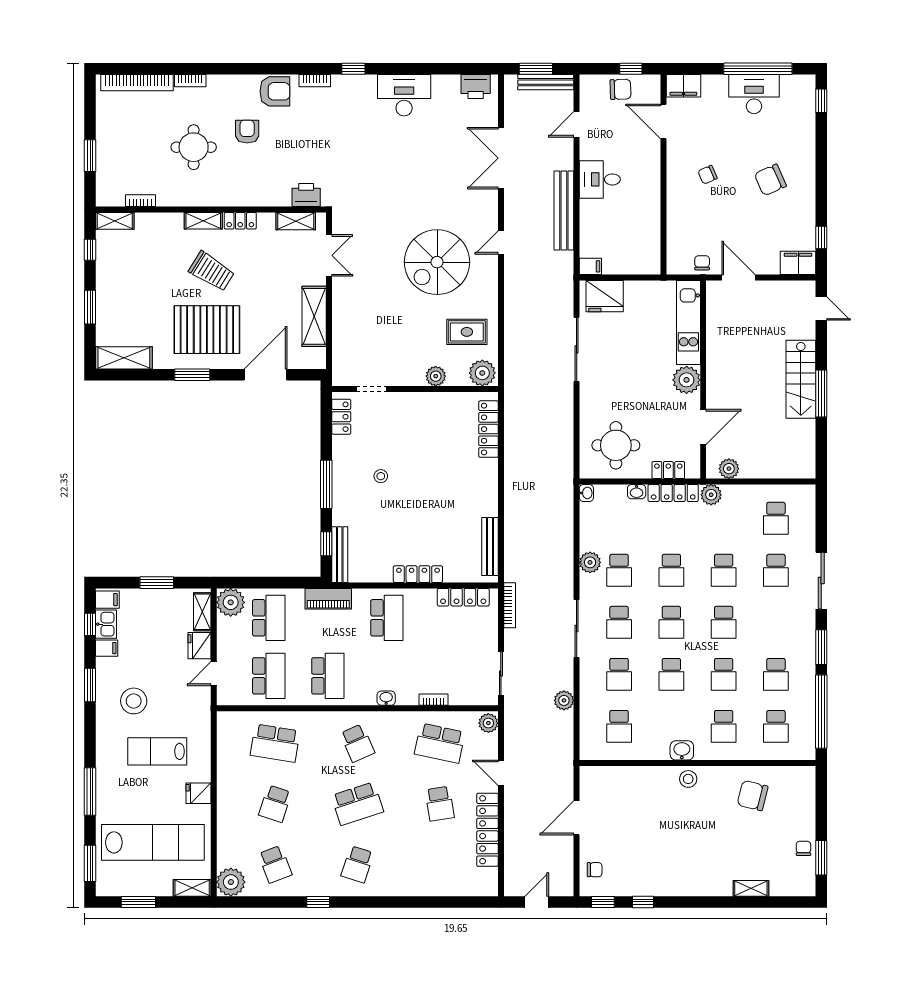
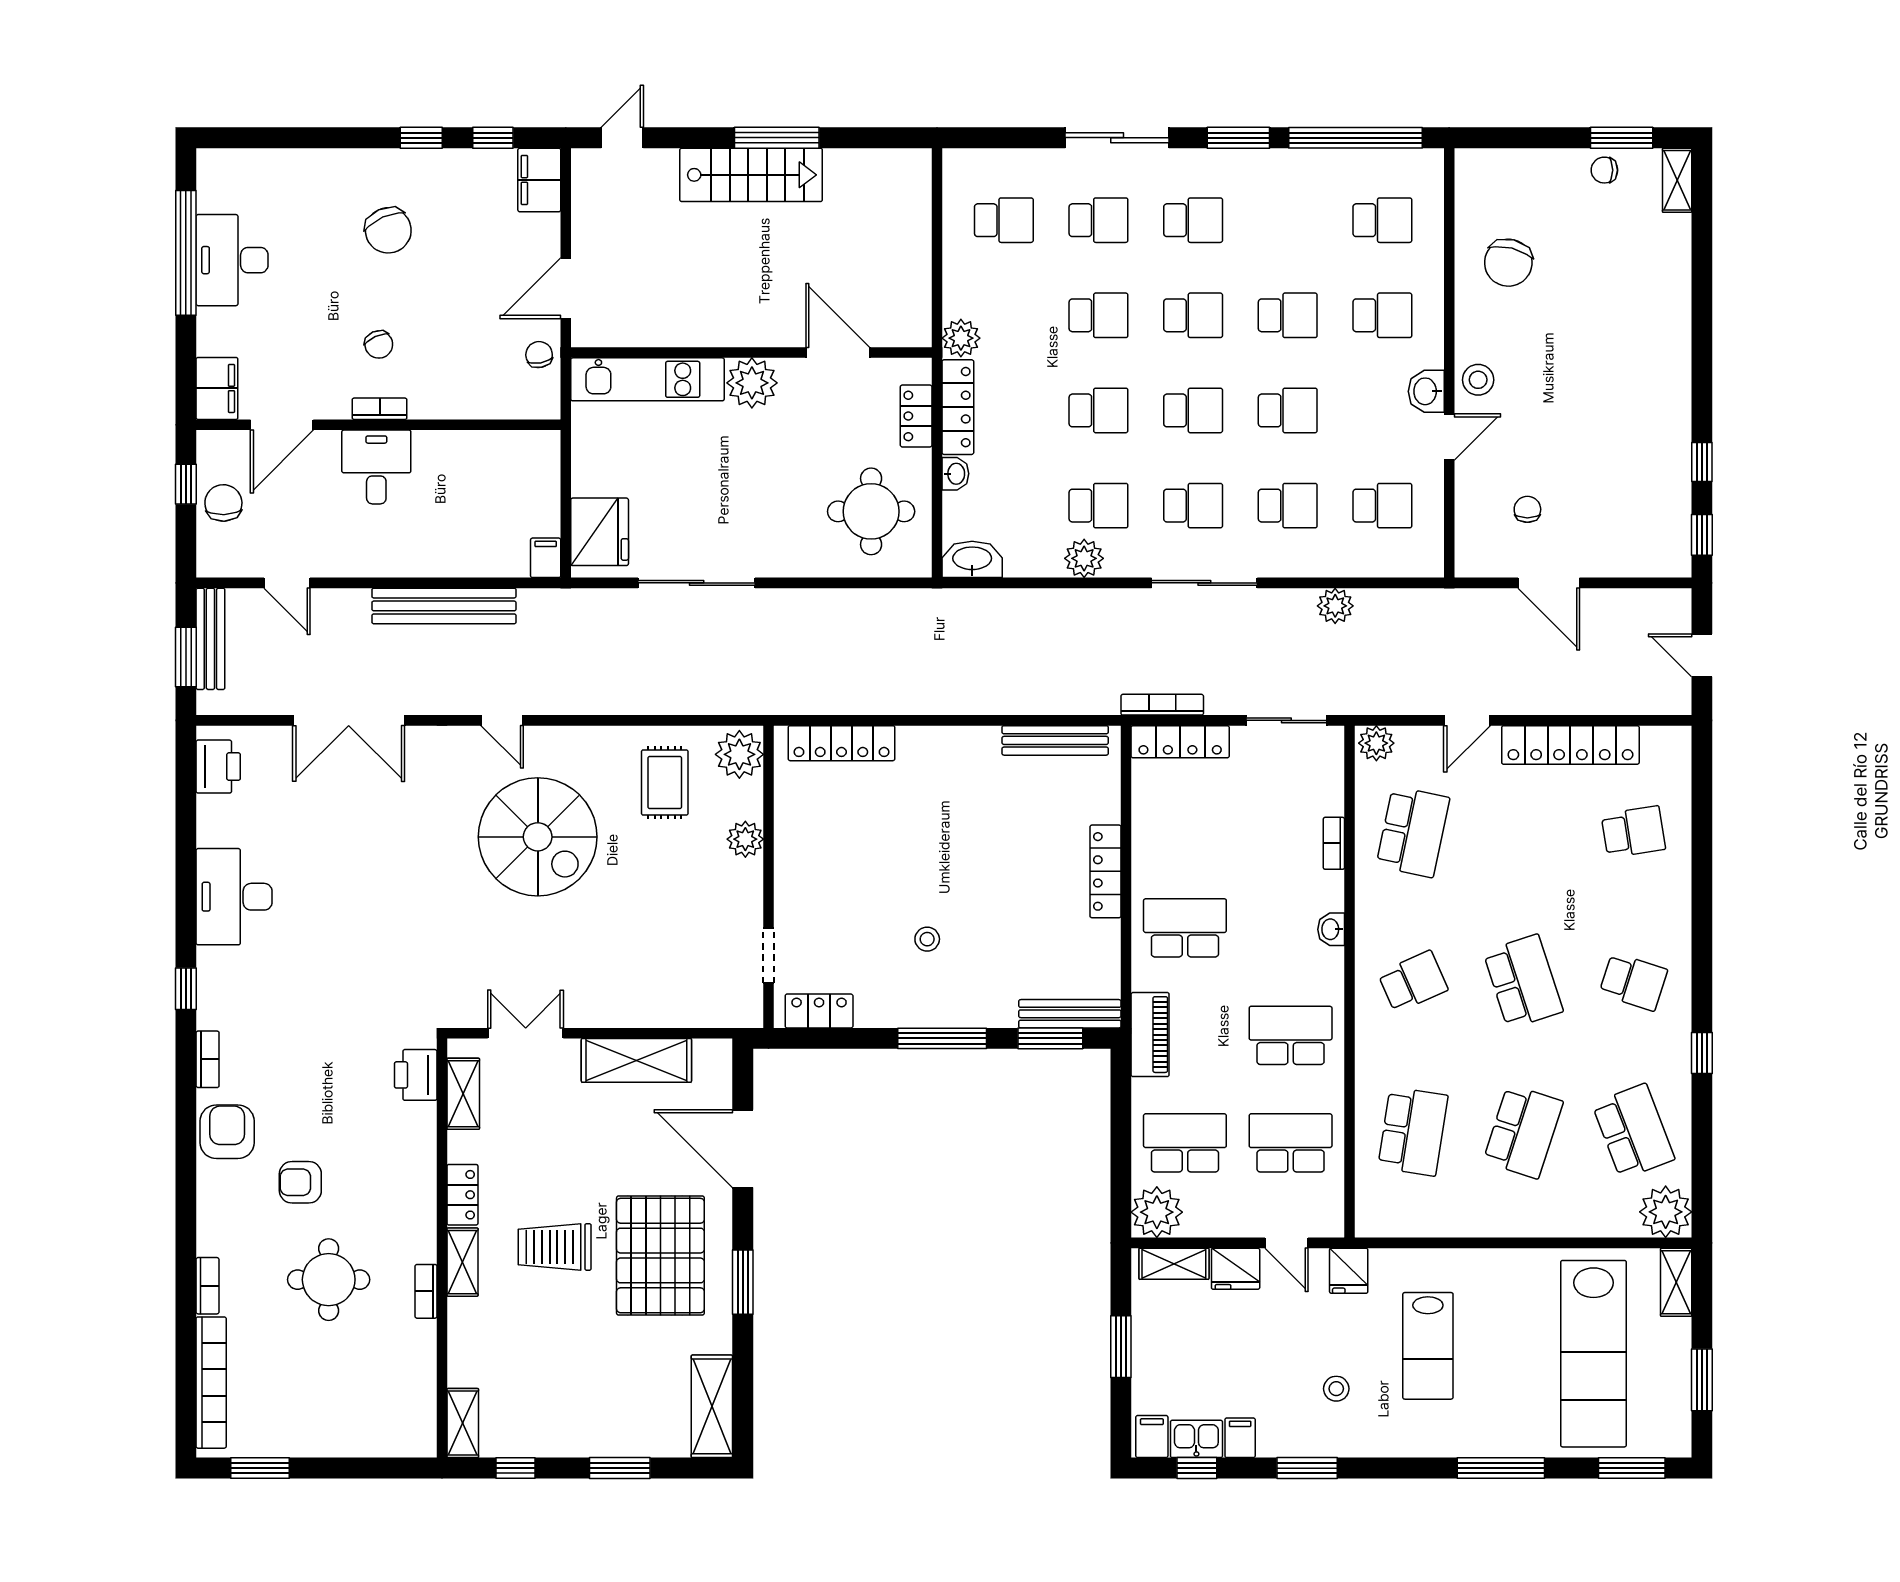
window: (821, 101) -> (421, 138), moved
window: (90, 156) -> (260, 1468), moved
bookcase: (672, 175) -> (380, 409), added
desk: (600, 179) -> (376, 467), moved, turned 180
bookcase: (140, 201) -> (426, 1291), moved
chair: (702, 263) -> (539, 355), turned 80
trolley: (212, 271) -> (555, 1247), turned -122
plant: (729, 469) -> (914, 306), removed
washbasin: (586, 493) -> (972, 559), width x1.91, depth x1.45
window: (326, 544) -> (1050, 1038), width x1.50
locker: (463, 597) -> (1180, 742), moved, turned 90
school desk: (776, 674) -> (1193, 220), moved
stool: (134, 701) -> (1336, 1389), width x0.53, depth x0.53
door: (657, 763) -> (1449, 437), added
fridge: (198, 793) -> (1349, 1271), moved
school desk: (275, 804) -> (1523, 1131), width x1.85
school desk: (440, 804) -> (1633, 832), moved
lab bench: (153, 842) -> (1593, 1354), turned 180
school desk: (275, 864) -> (1633, 1131), width x1.85
chair: (595, 870) -> (1527, 509), moved
shelving: (751, 888) -> (1677, 180), moved

